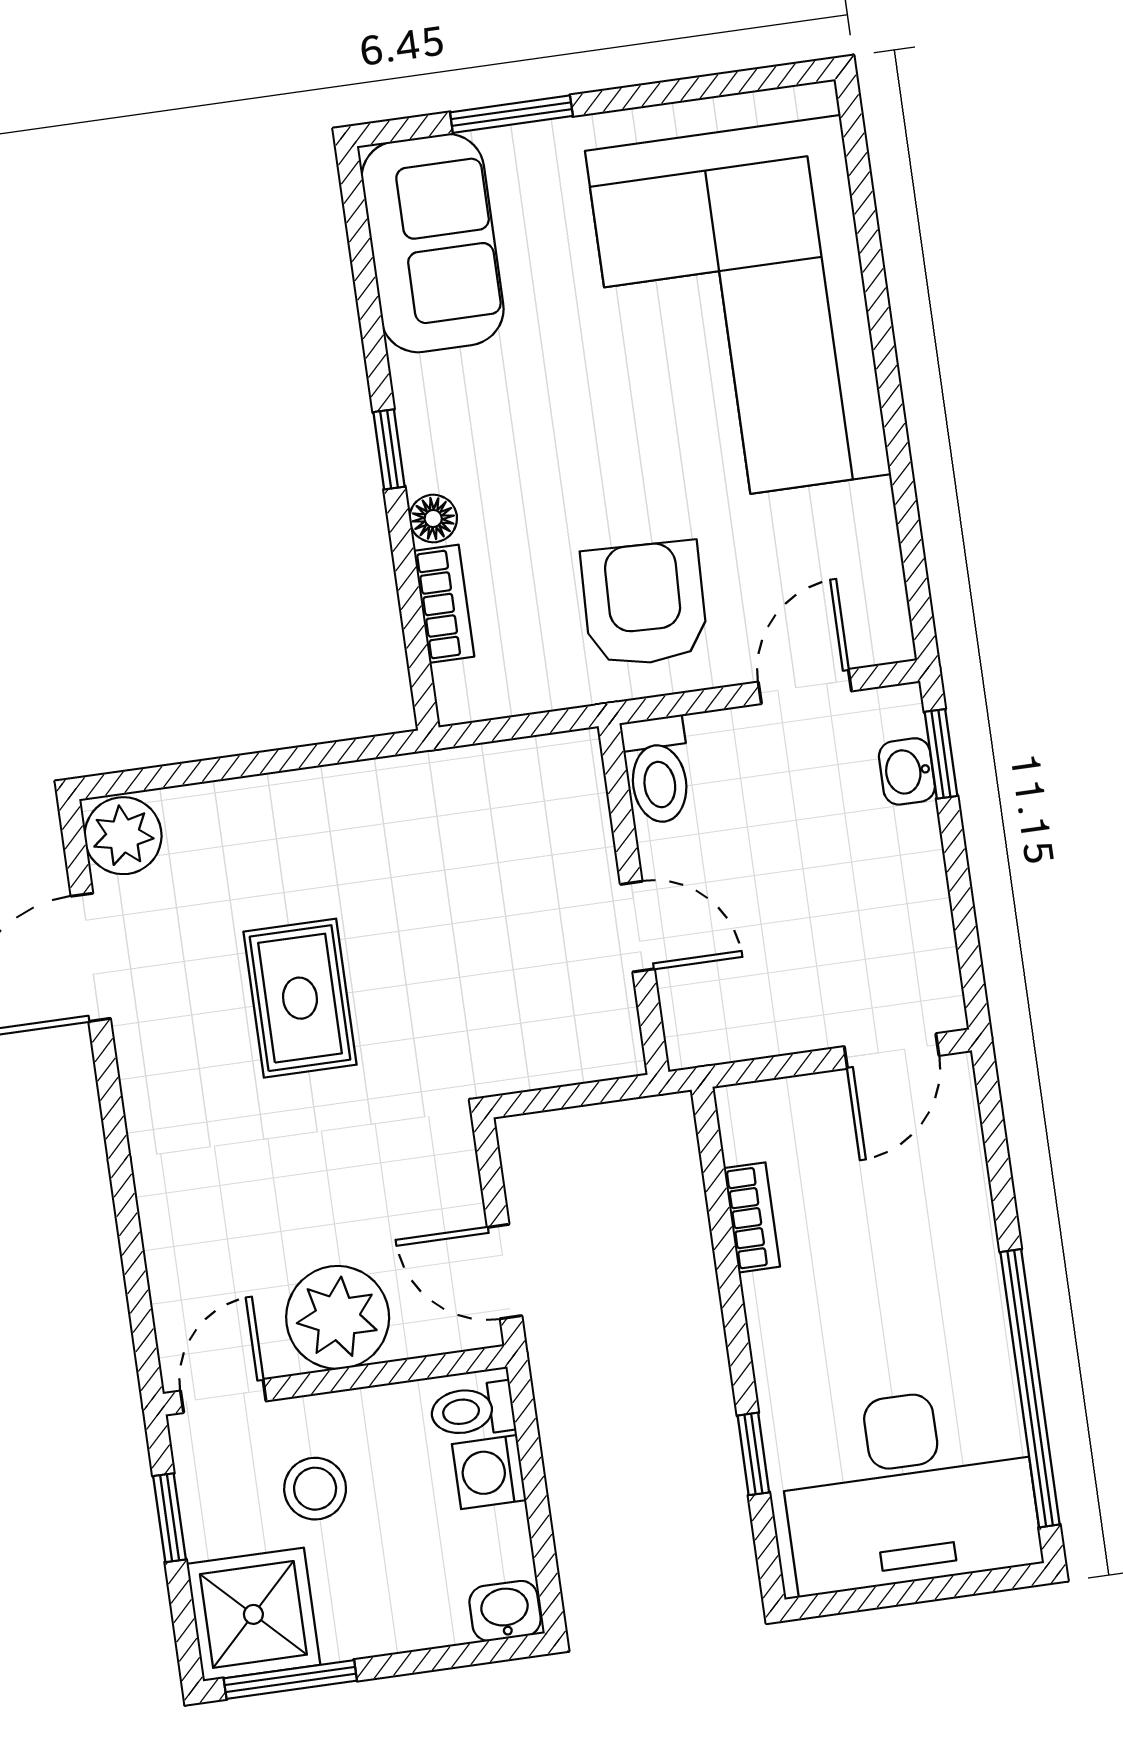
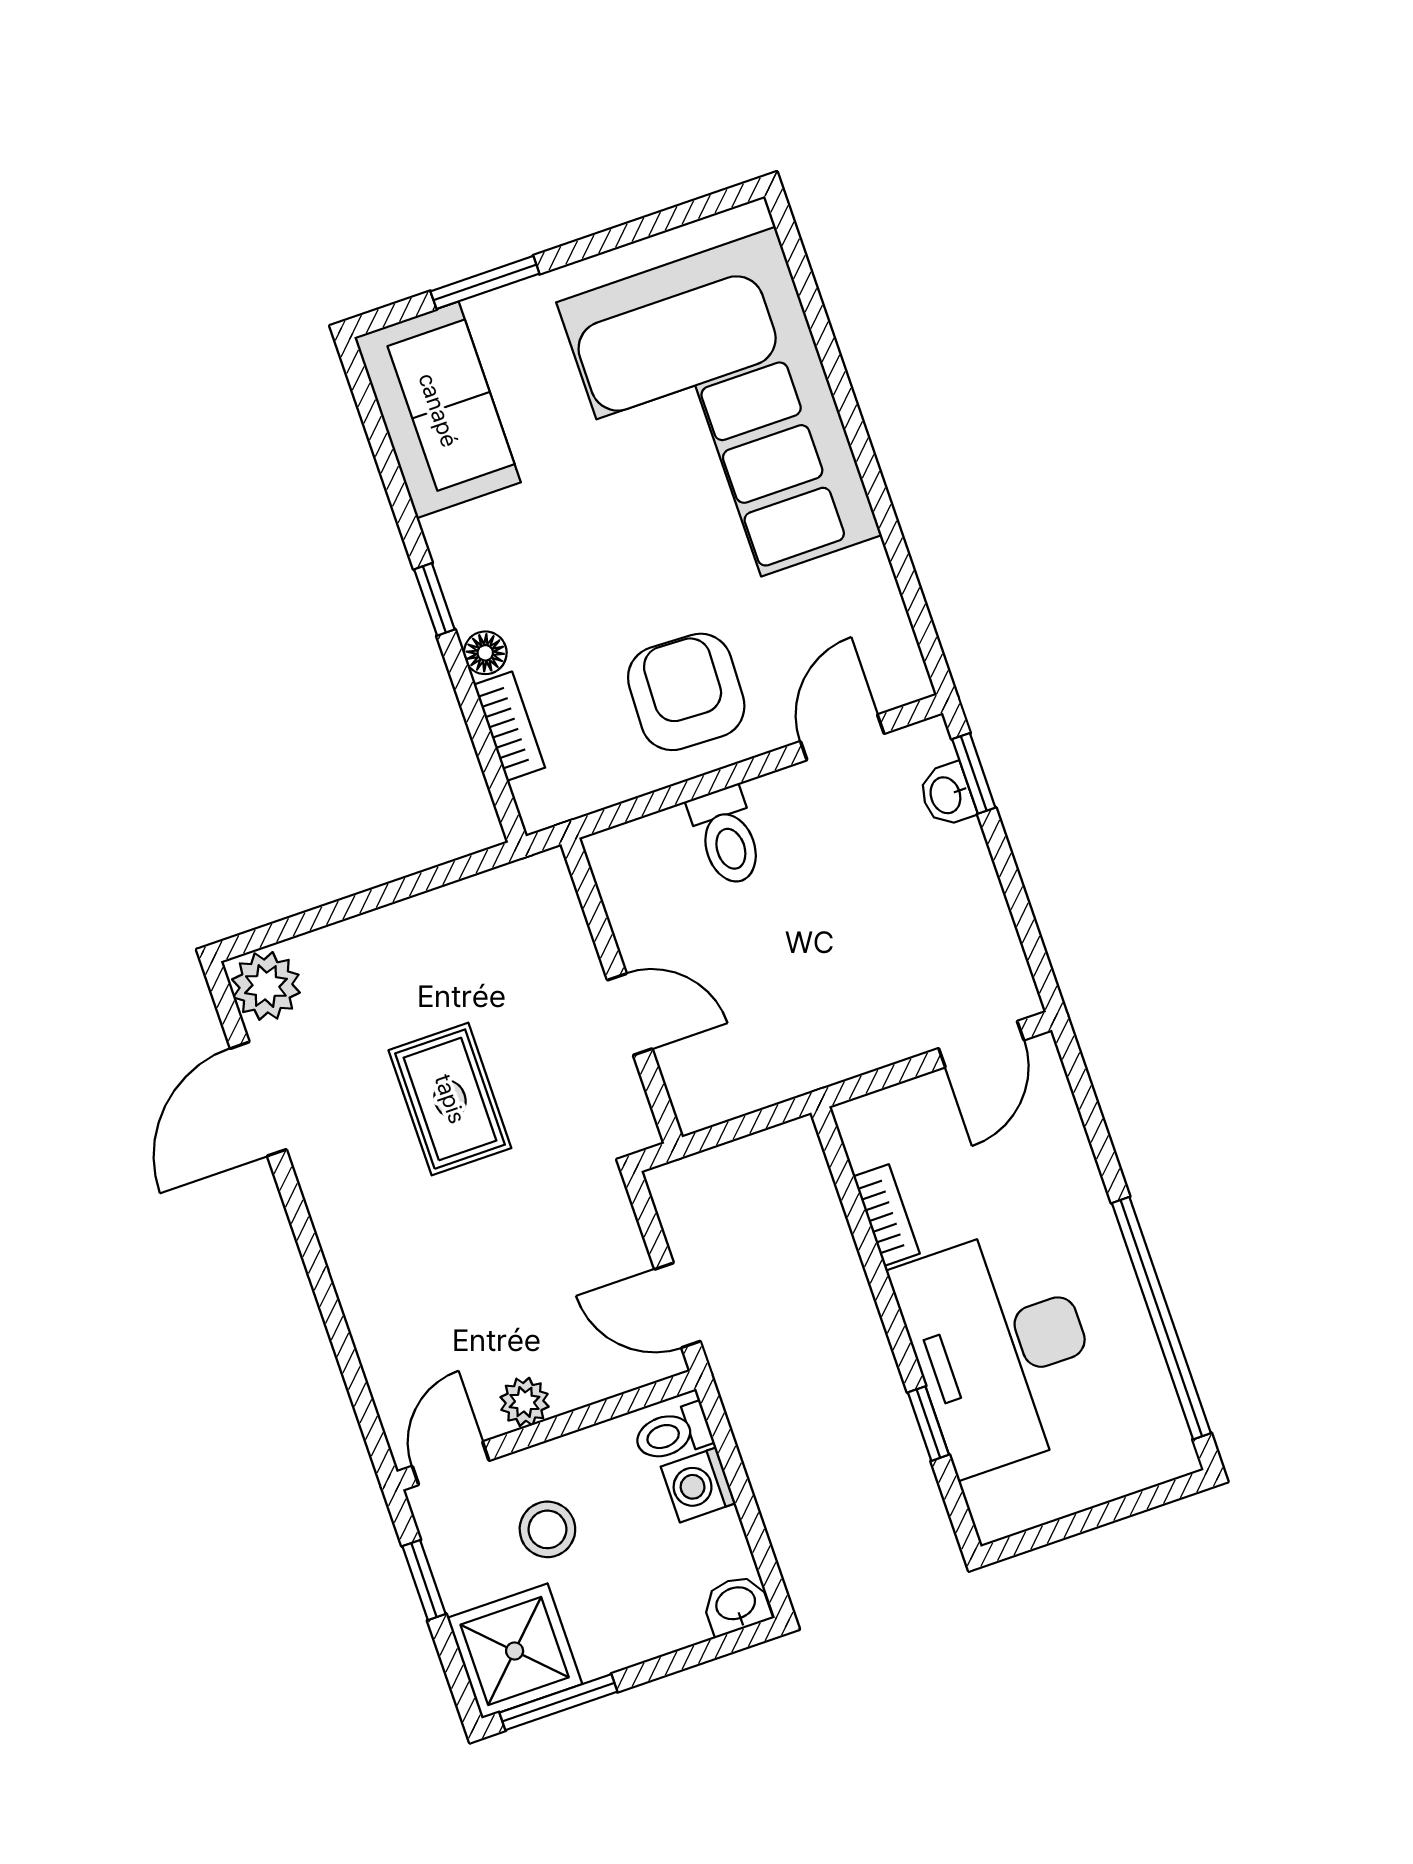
wall: (634, 899) -> (622, 991), moved
door: (637, 927) -> (630, 1014), moved
plant: (338, 1317) -> (525, 1402), width x0.53, depth x0.53
desk: (909, 1489) -> (1001, 1349), moved, turned 90

